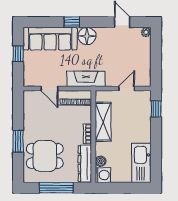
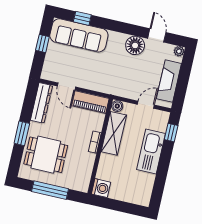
window: (72, 22) -> (82, 18), moved
floor lamp: (87, 36) -> (135, 45), moved
fireplace: (86, 79) -> (169, 81), moved, turned -90
boiler: (101, 161) -> (117, 106), moved
kitchen sink: (141, 163) -> (151, 152), moved
dresser: (85, 164) -> (41, 103), moved, turned 180

